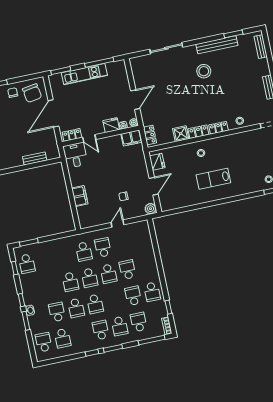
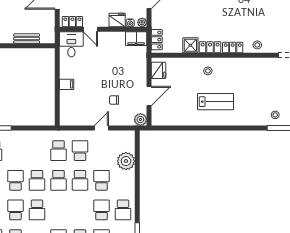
lab bench: (213, 179) -> (215, 102), turned 180
filing cabinet: (80, 196) -> (67, 84), width x0.50
plant: (145, 248) -> (126, 161), added
school desk: (95, 304) -> (15, 180), moved, turned 180

